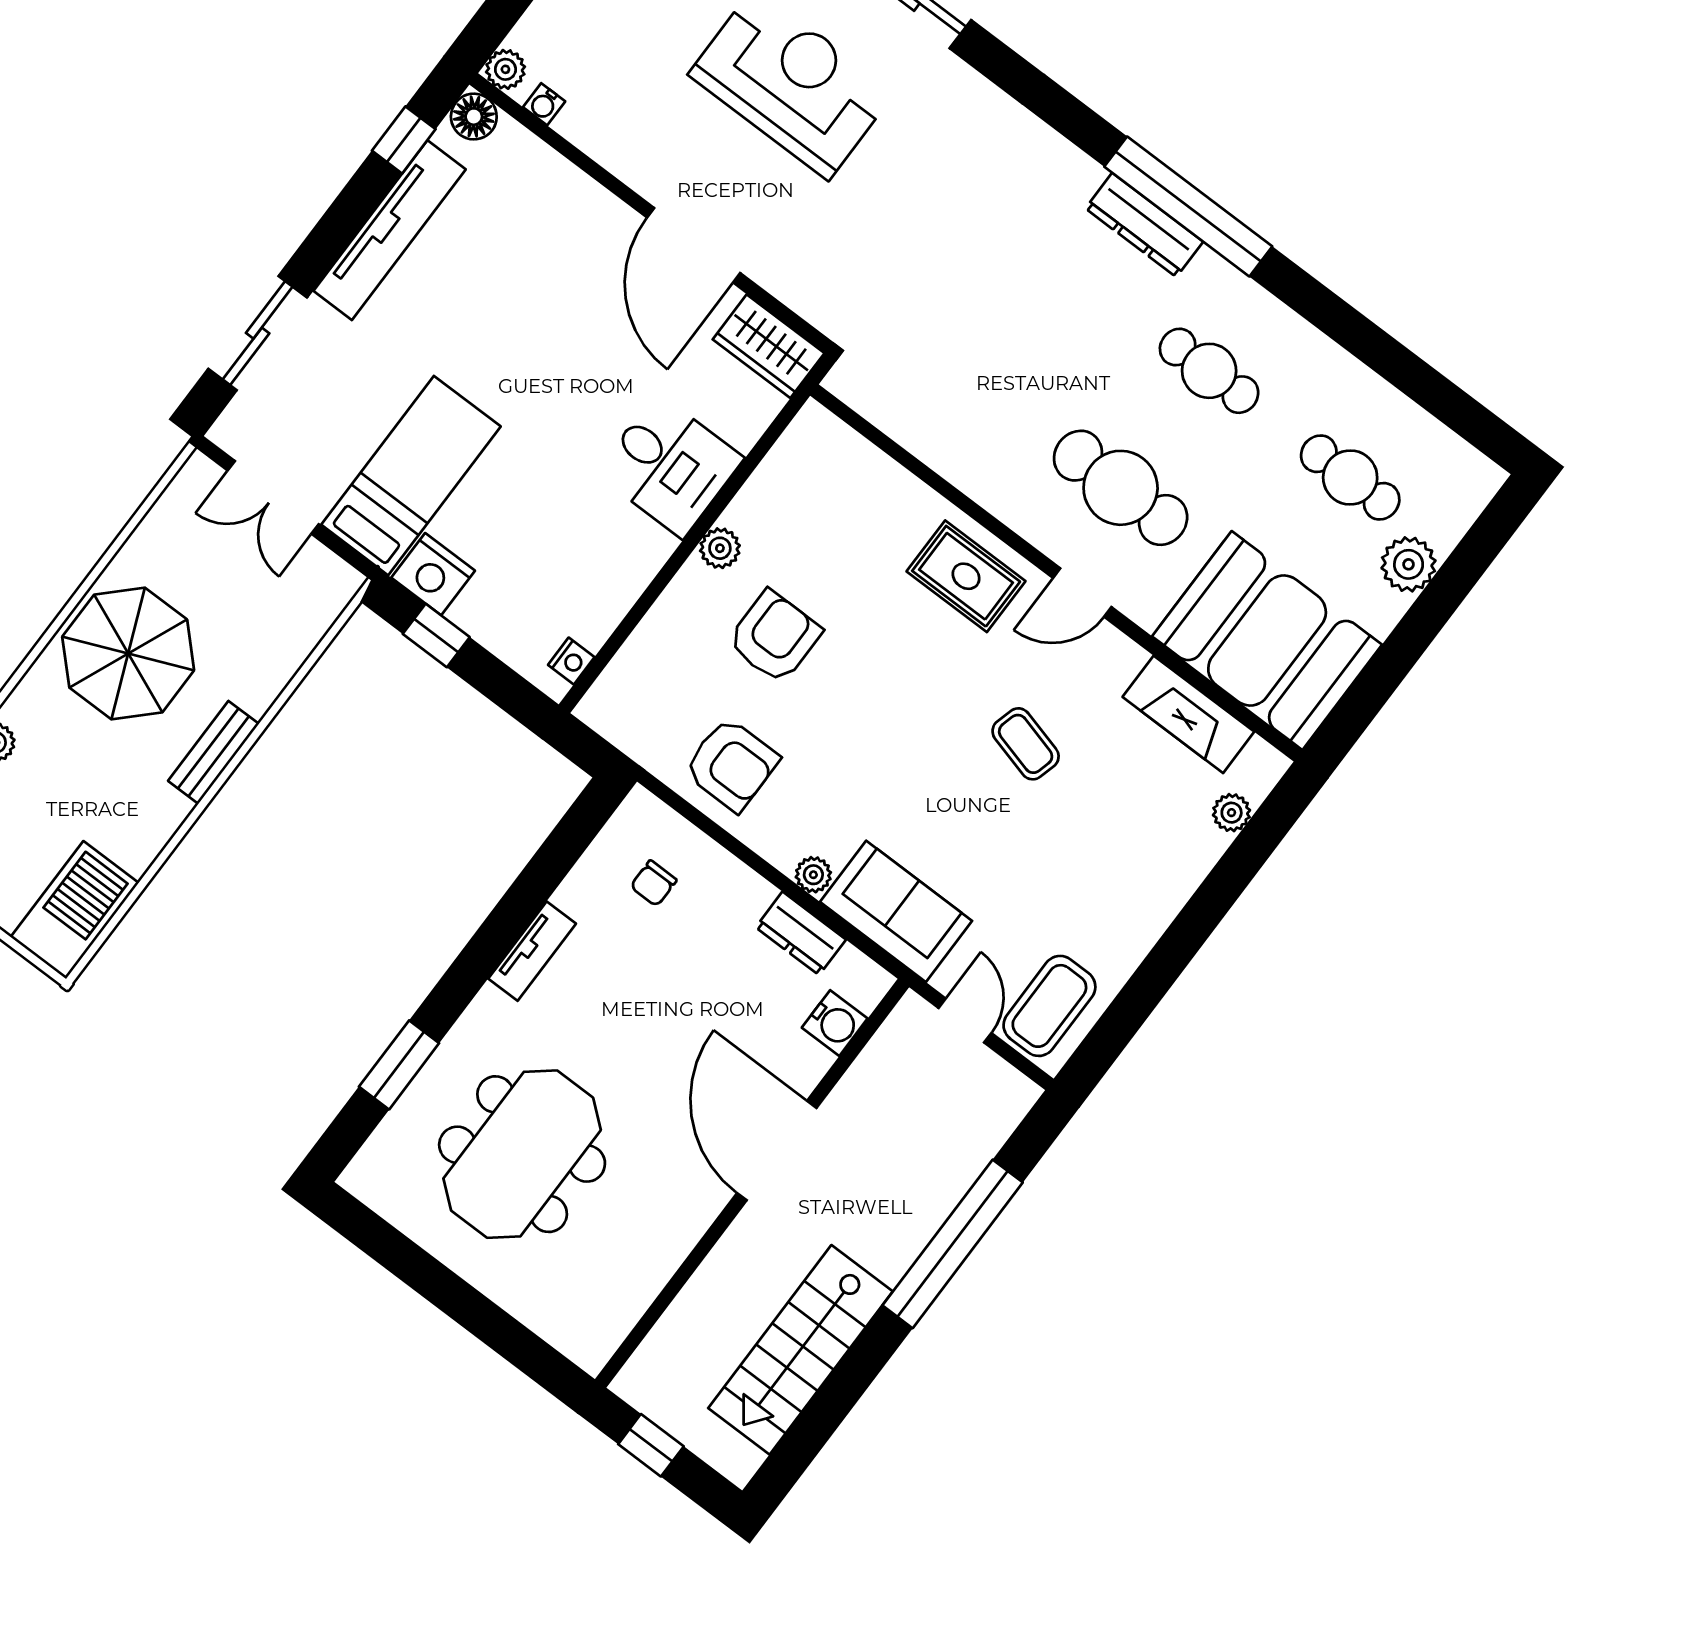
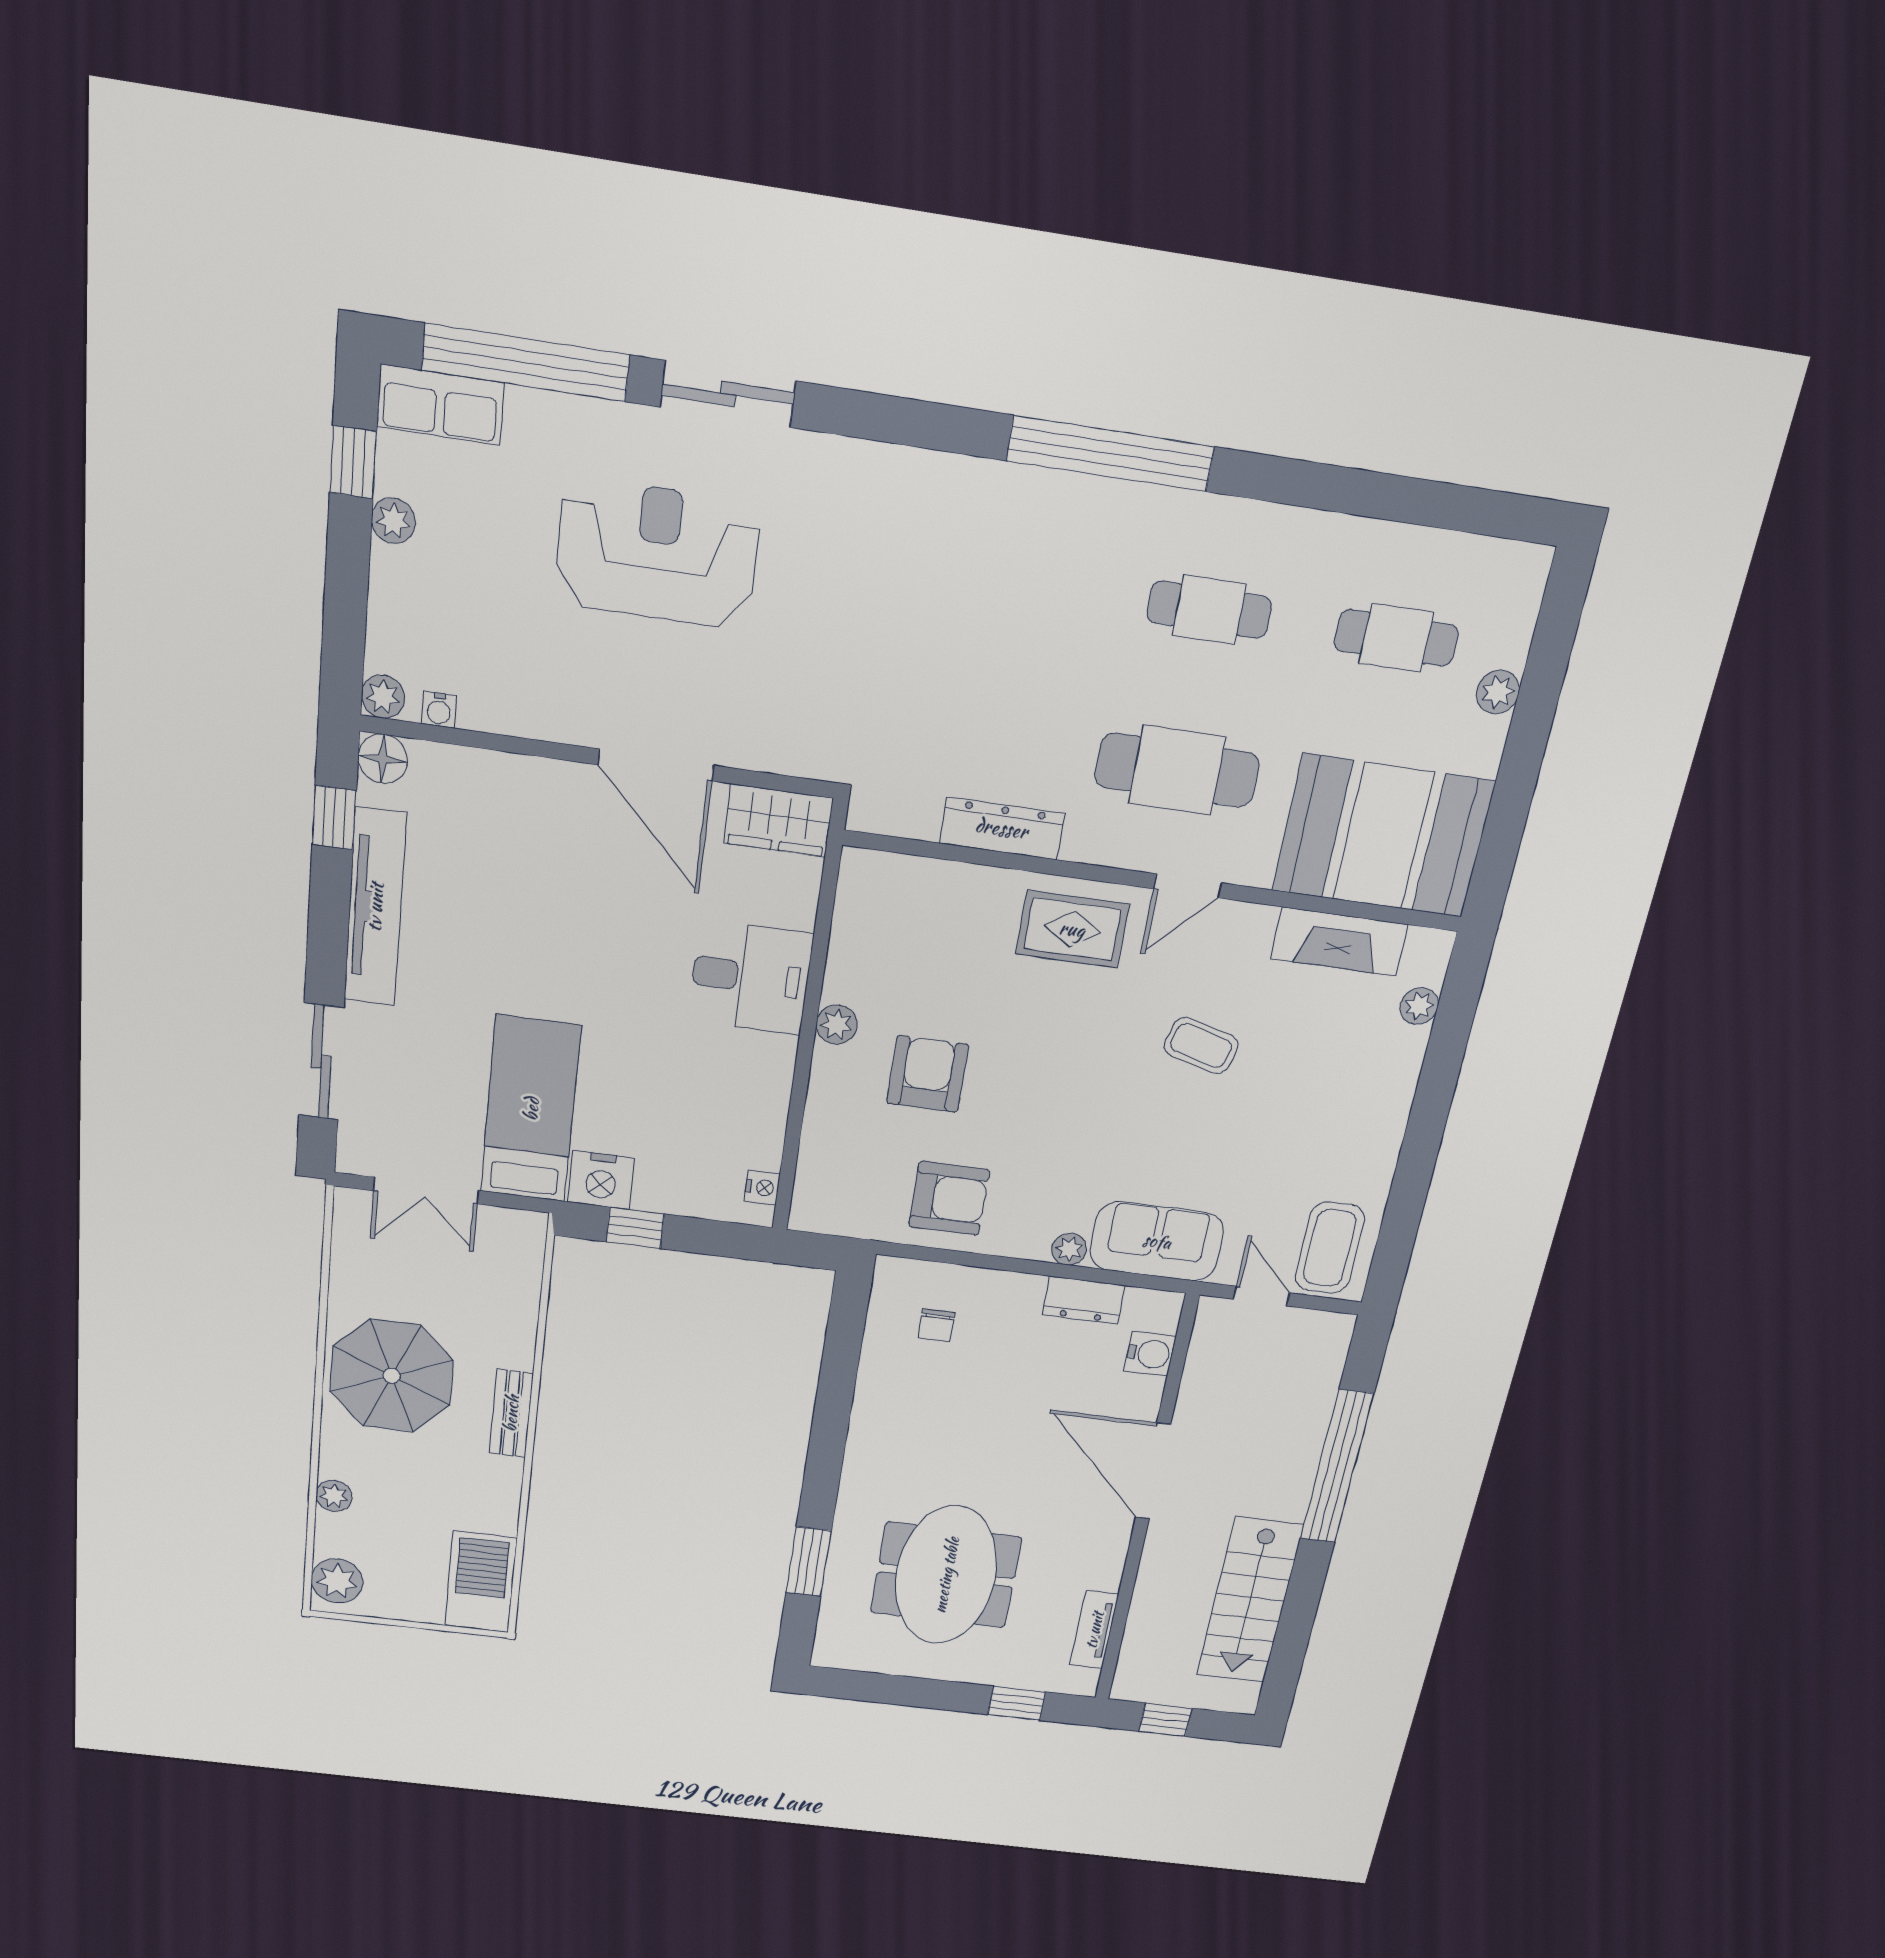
dresser: (1144, 225) -> (1002, 828), moved, turned 180
plant: (1409, 564) -> (1498, 692), width x0.73, depth x0.73
tv unit: (532, 951) -> (1094, 1630), moved, turned 180
window: (514, 1341) -> (1017, 1703), added

